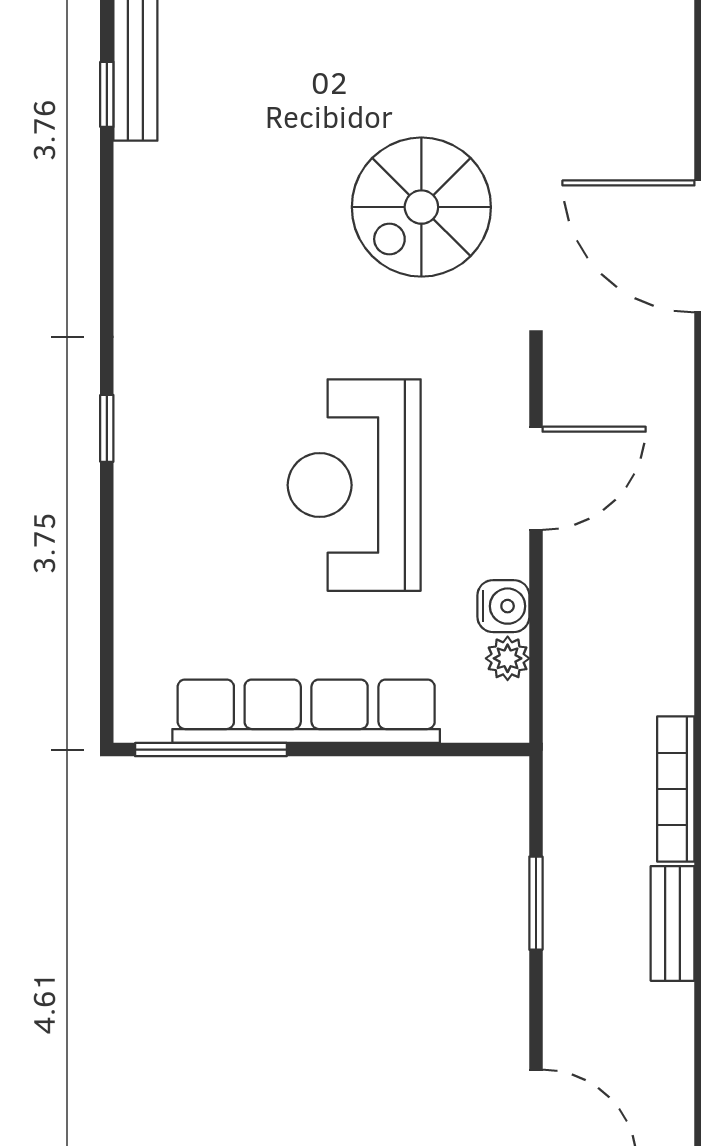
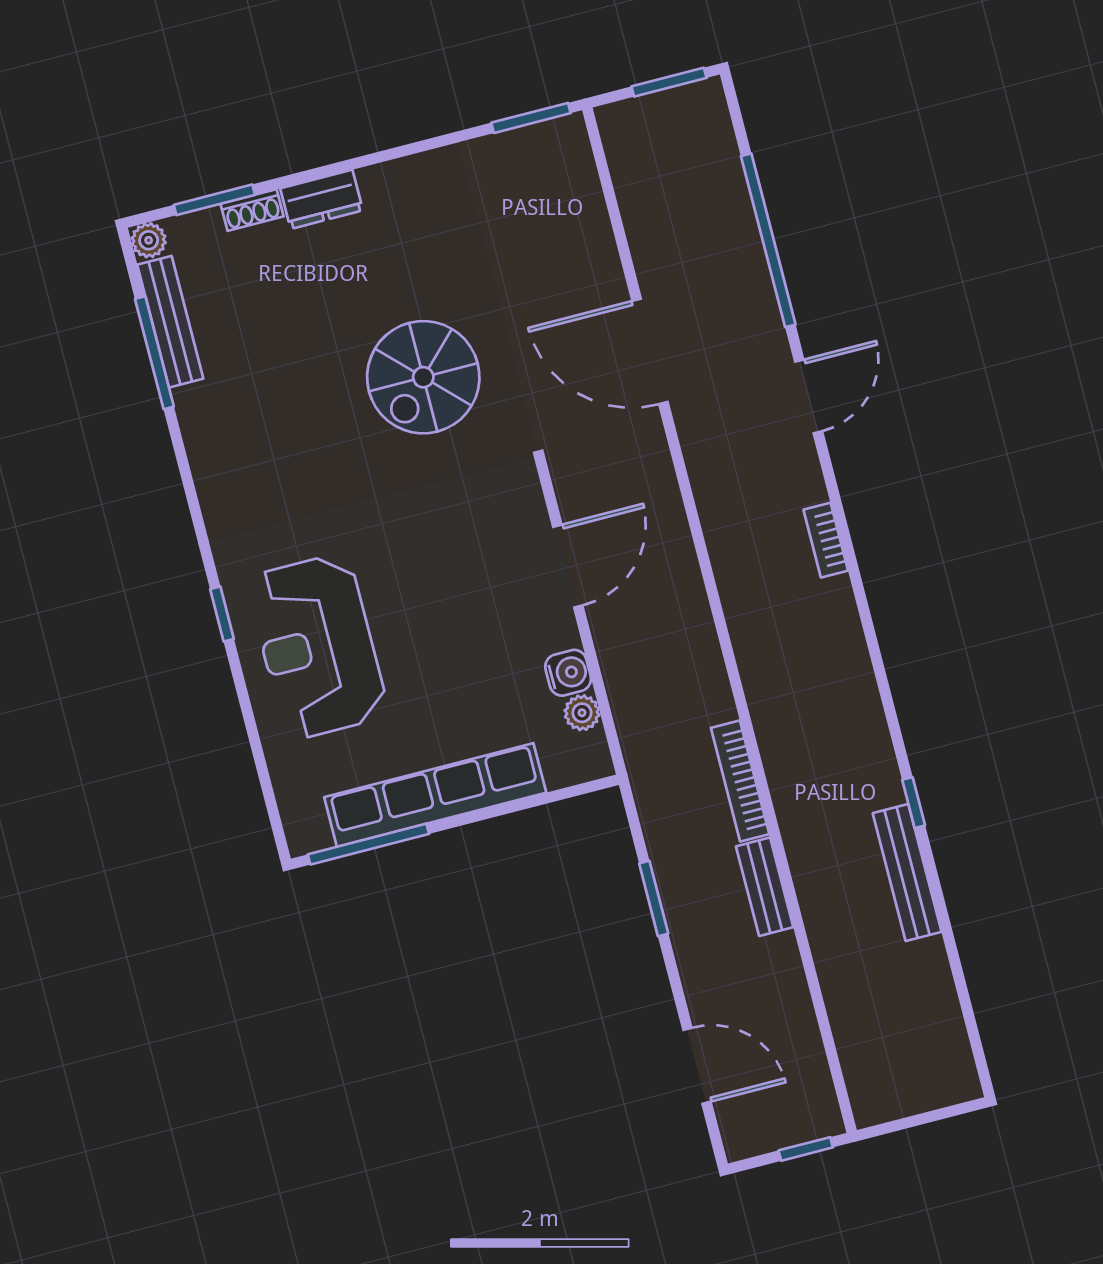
window: (107, 94) -> (154, 353), width x2.17
reception desk: (354, 485) -> (317, 647), moved

